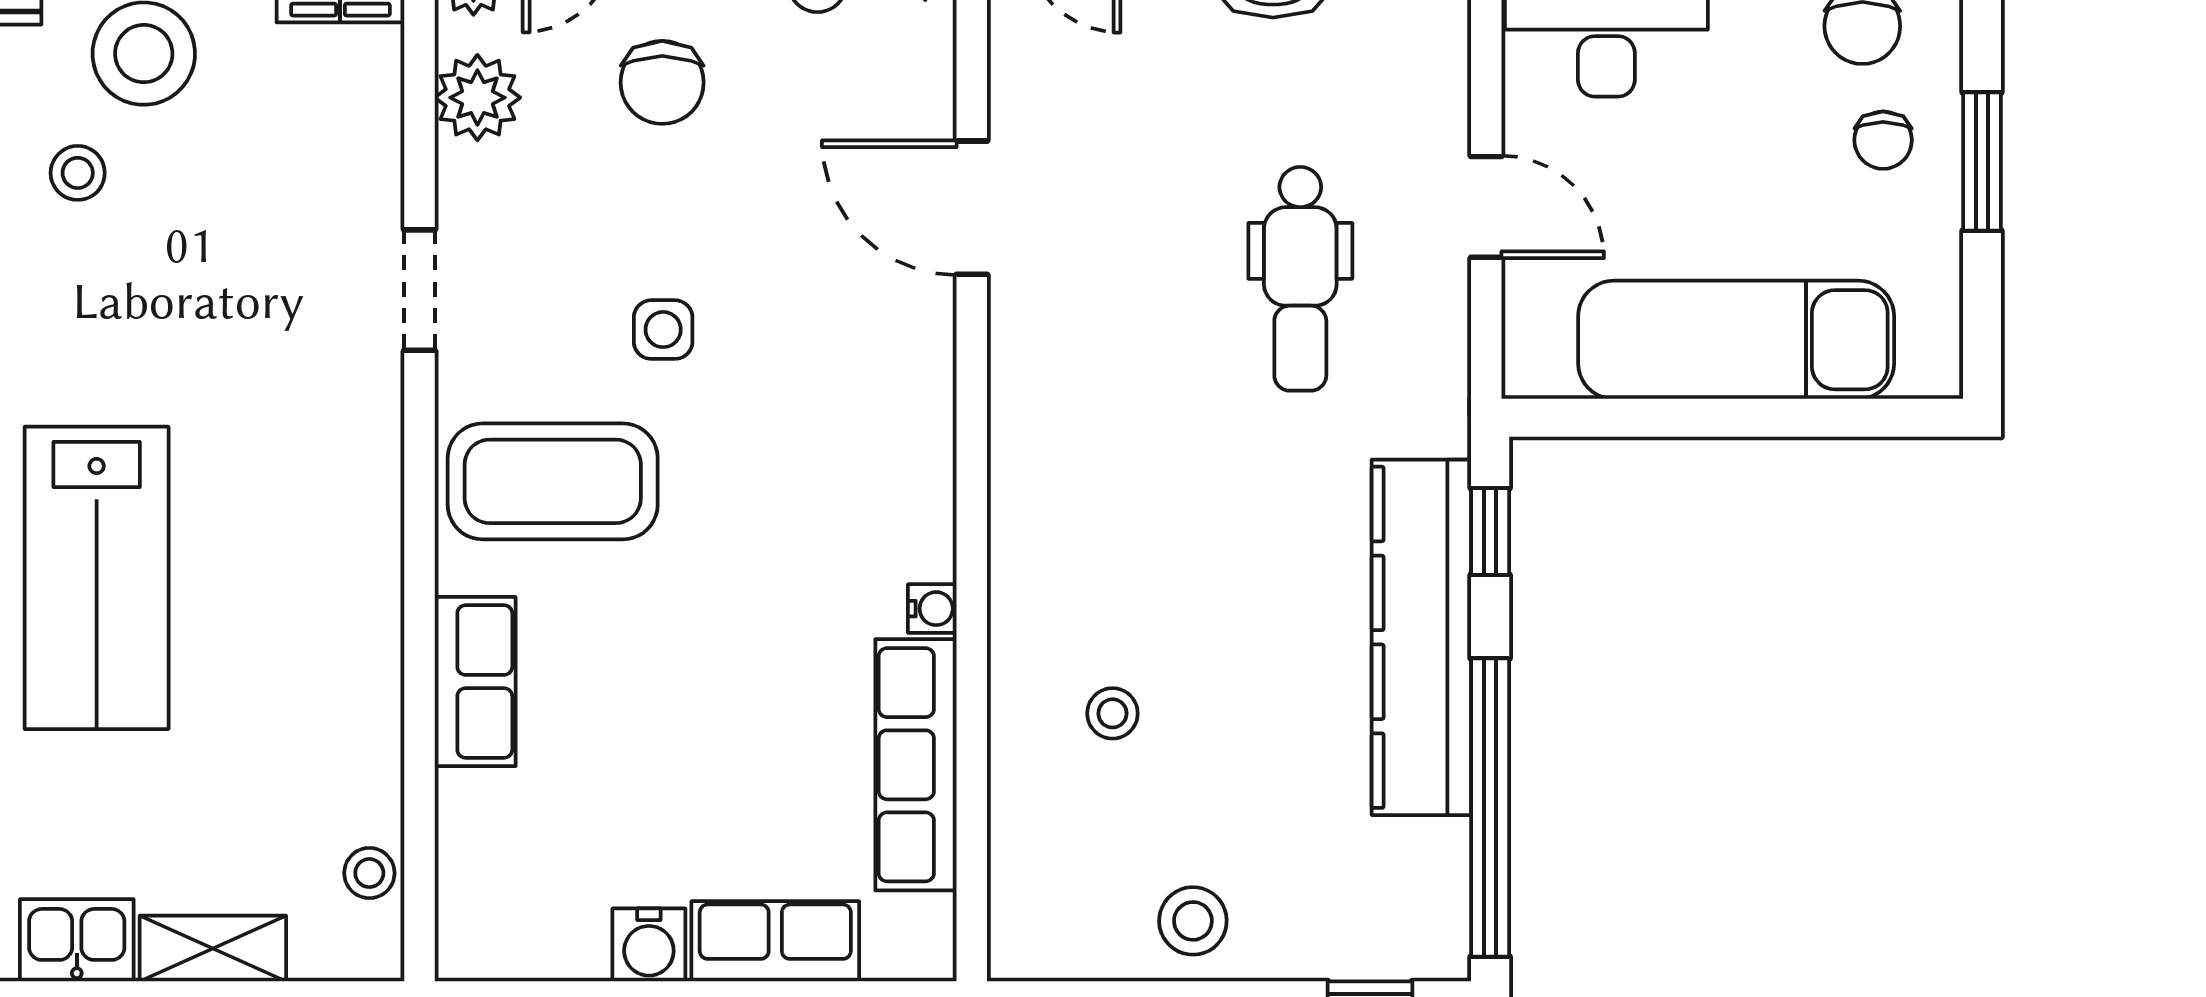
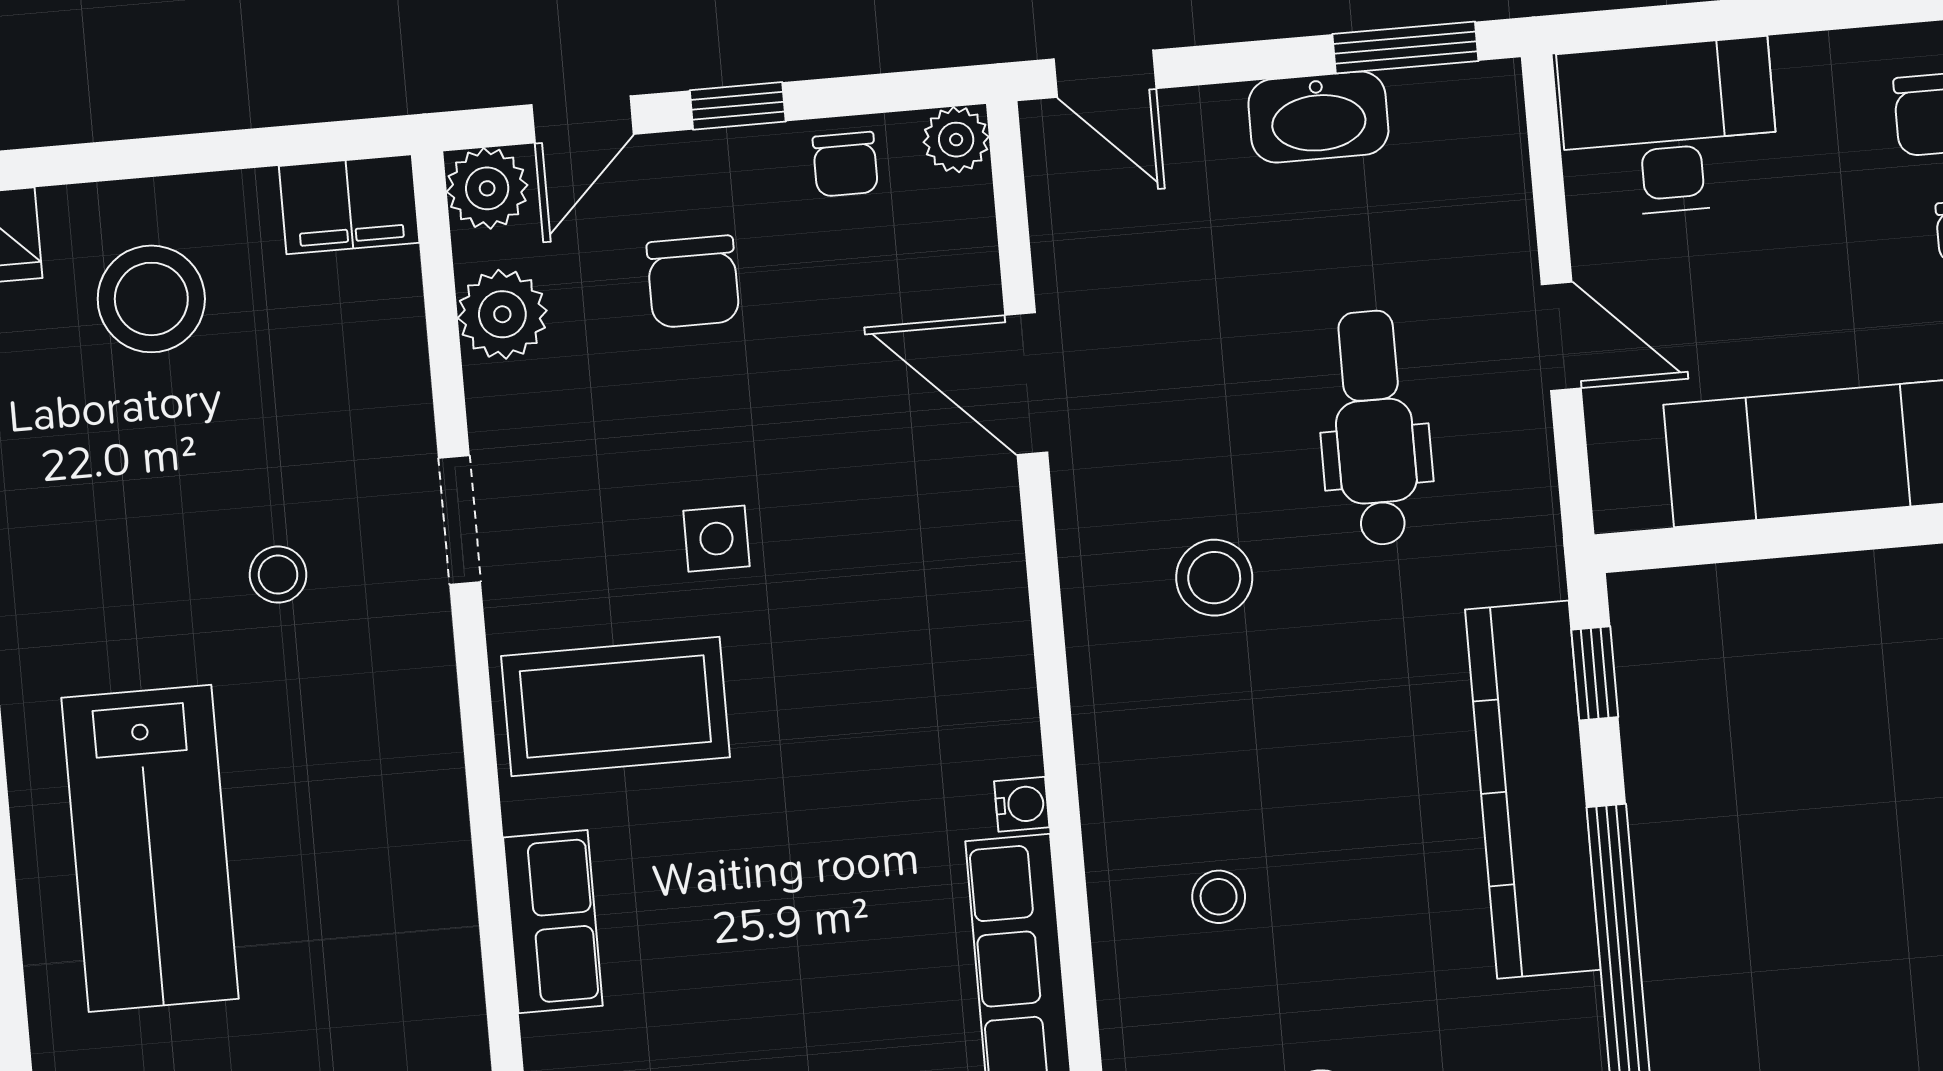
stool: (78, 173) -> (278, 575), moved
dental chair: (1300, 279) -> (1374, 428), turned 180
stool: (1135, 408) -> (1214, 578), added

